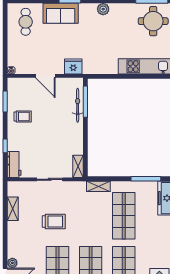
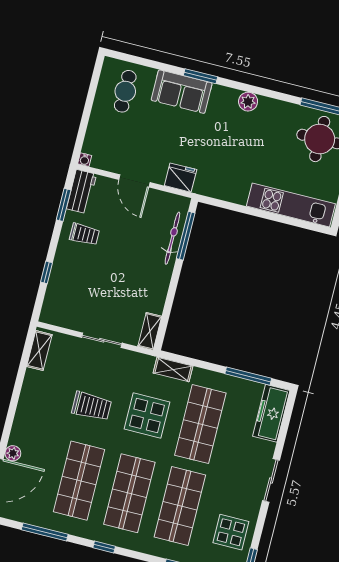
workbench: (14, 164) -> (82, 192), moved
shelving: (13, 209) -> (39, 351), moved
display table: (89, 219) -> (147, 416), added

